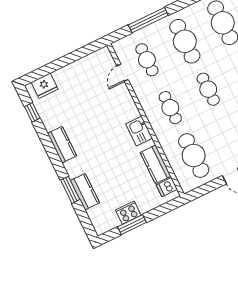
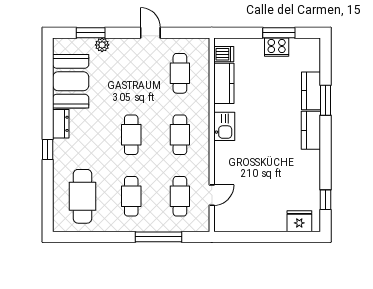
cafe table: (185, 41) -> (131, 196), width x0.73, depth x0.74
kitchen counter: (62, 145) -> (311, 130), moved
cafe table: (194, 156) -> (180, 73), width x0.73, depth x0.74

